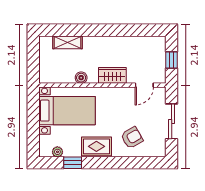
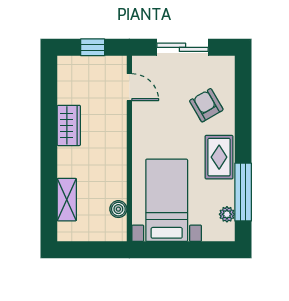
wardrobe: (112, 75) -> (69, 125), moved, turned 180
boiler: (81, 78) -> (118, 209), moved
window: (73, 163) -> (243, 192), width x2.17

